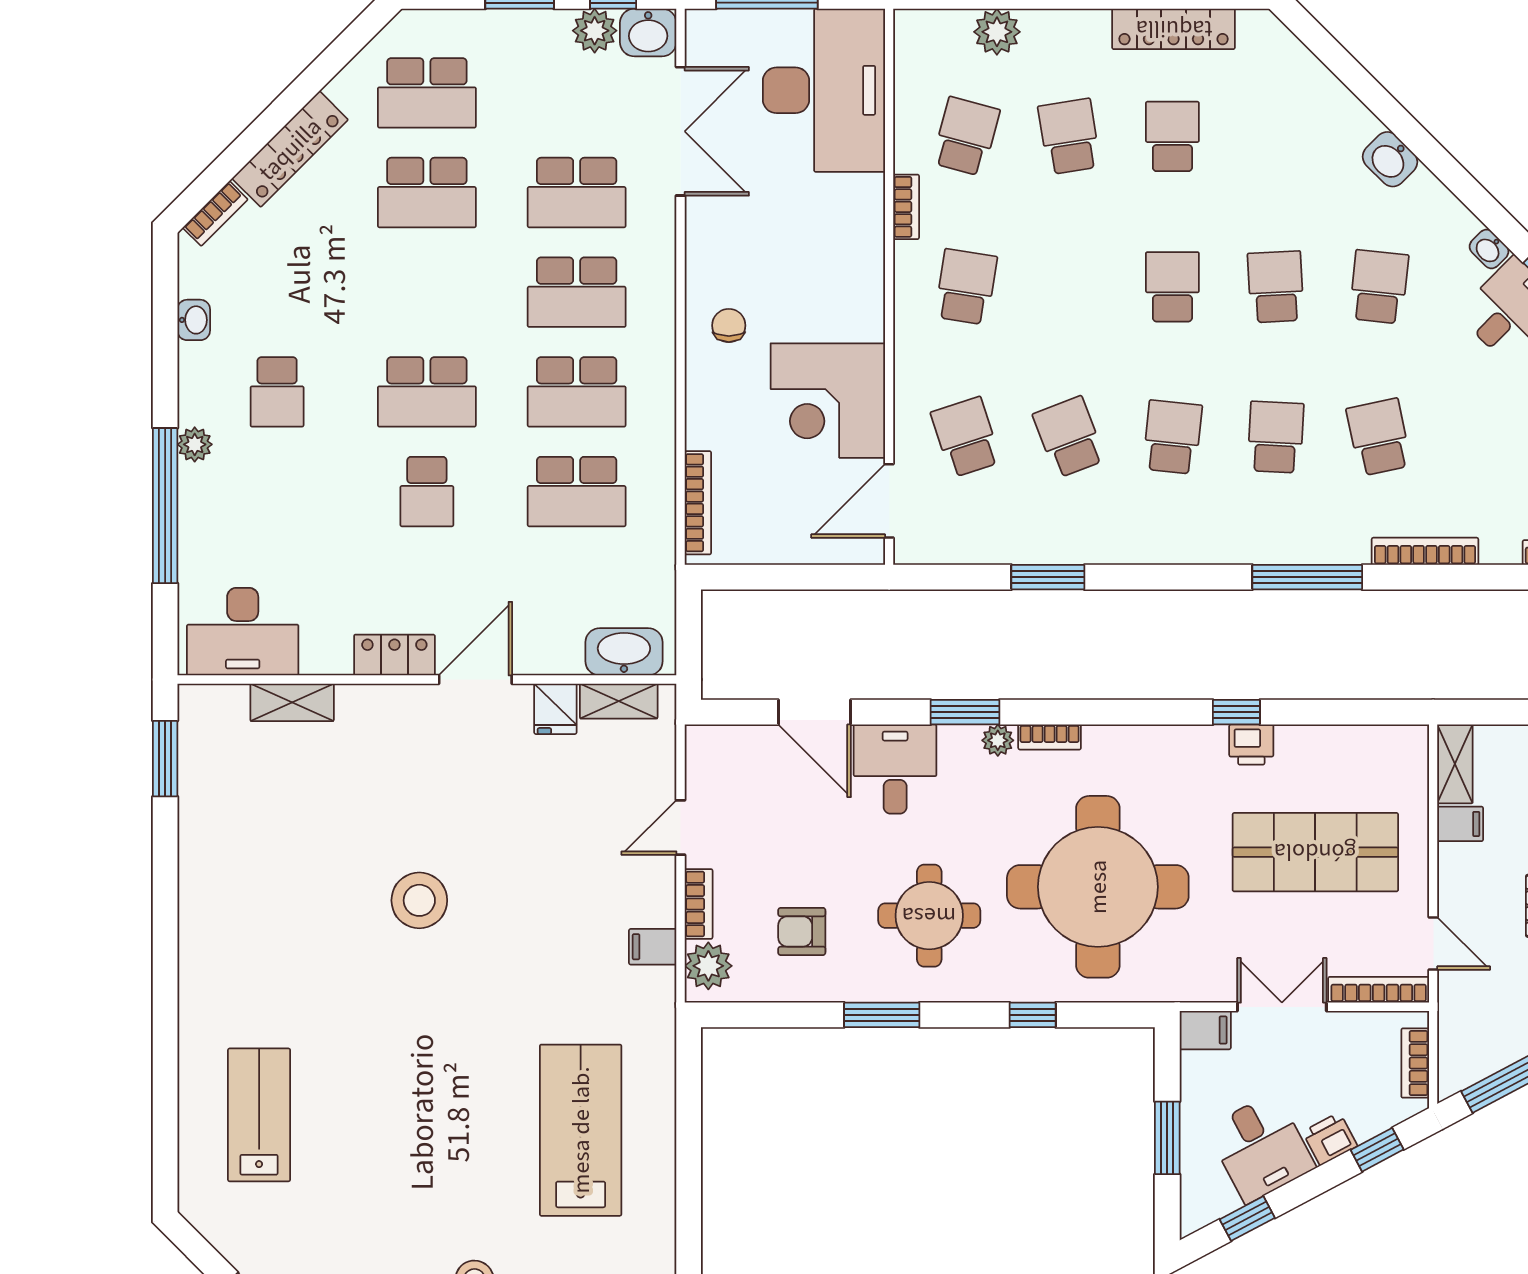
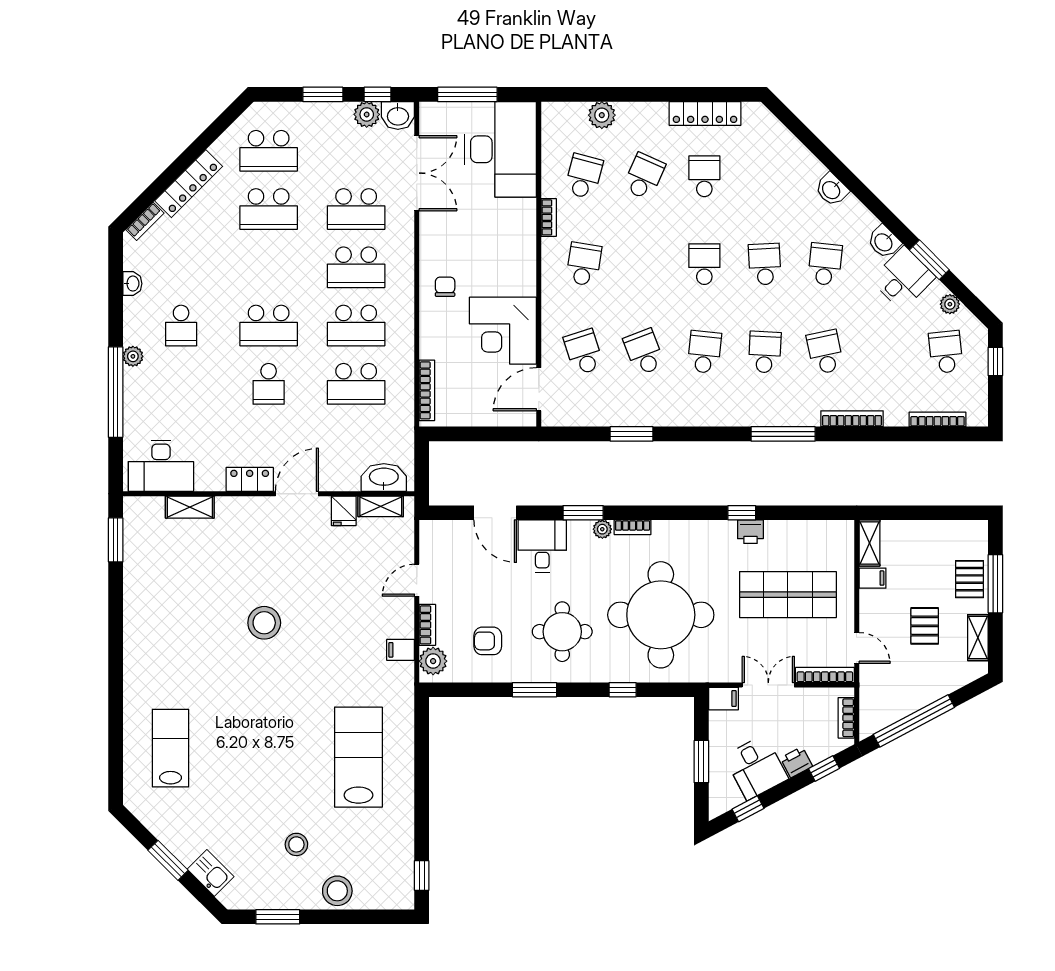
school desk: (1069, 136) -> (644, 176), turned 33
washbasin: (1489, 249) -> (884, 242), width x1.38, depth x1.45

